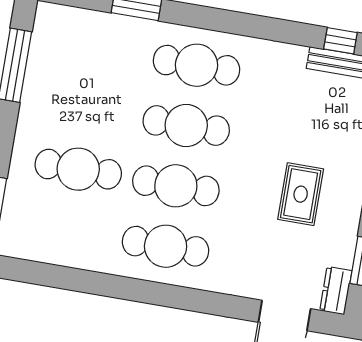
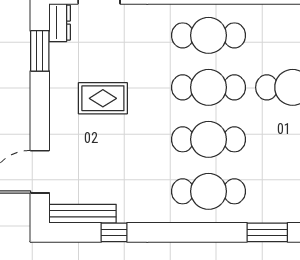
window: (340, 41) -> (114, 232), moved
rug: (301, 194) -> (103, 98), turned 90

